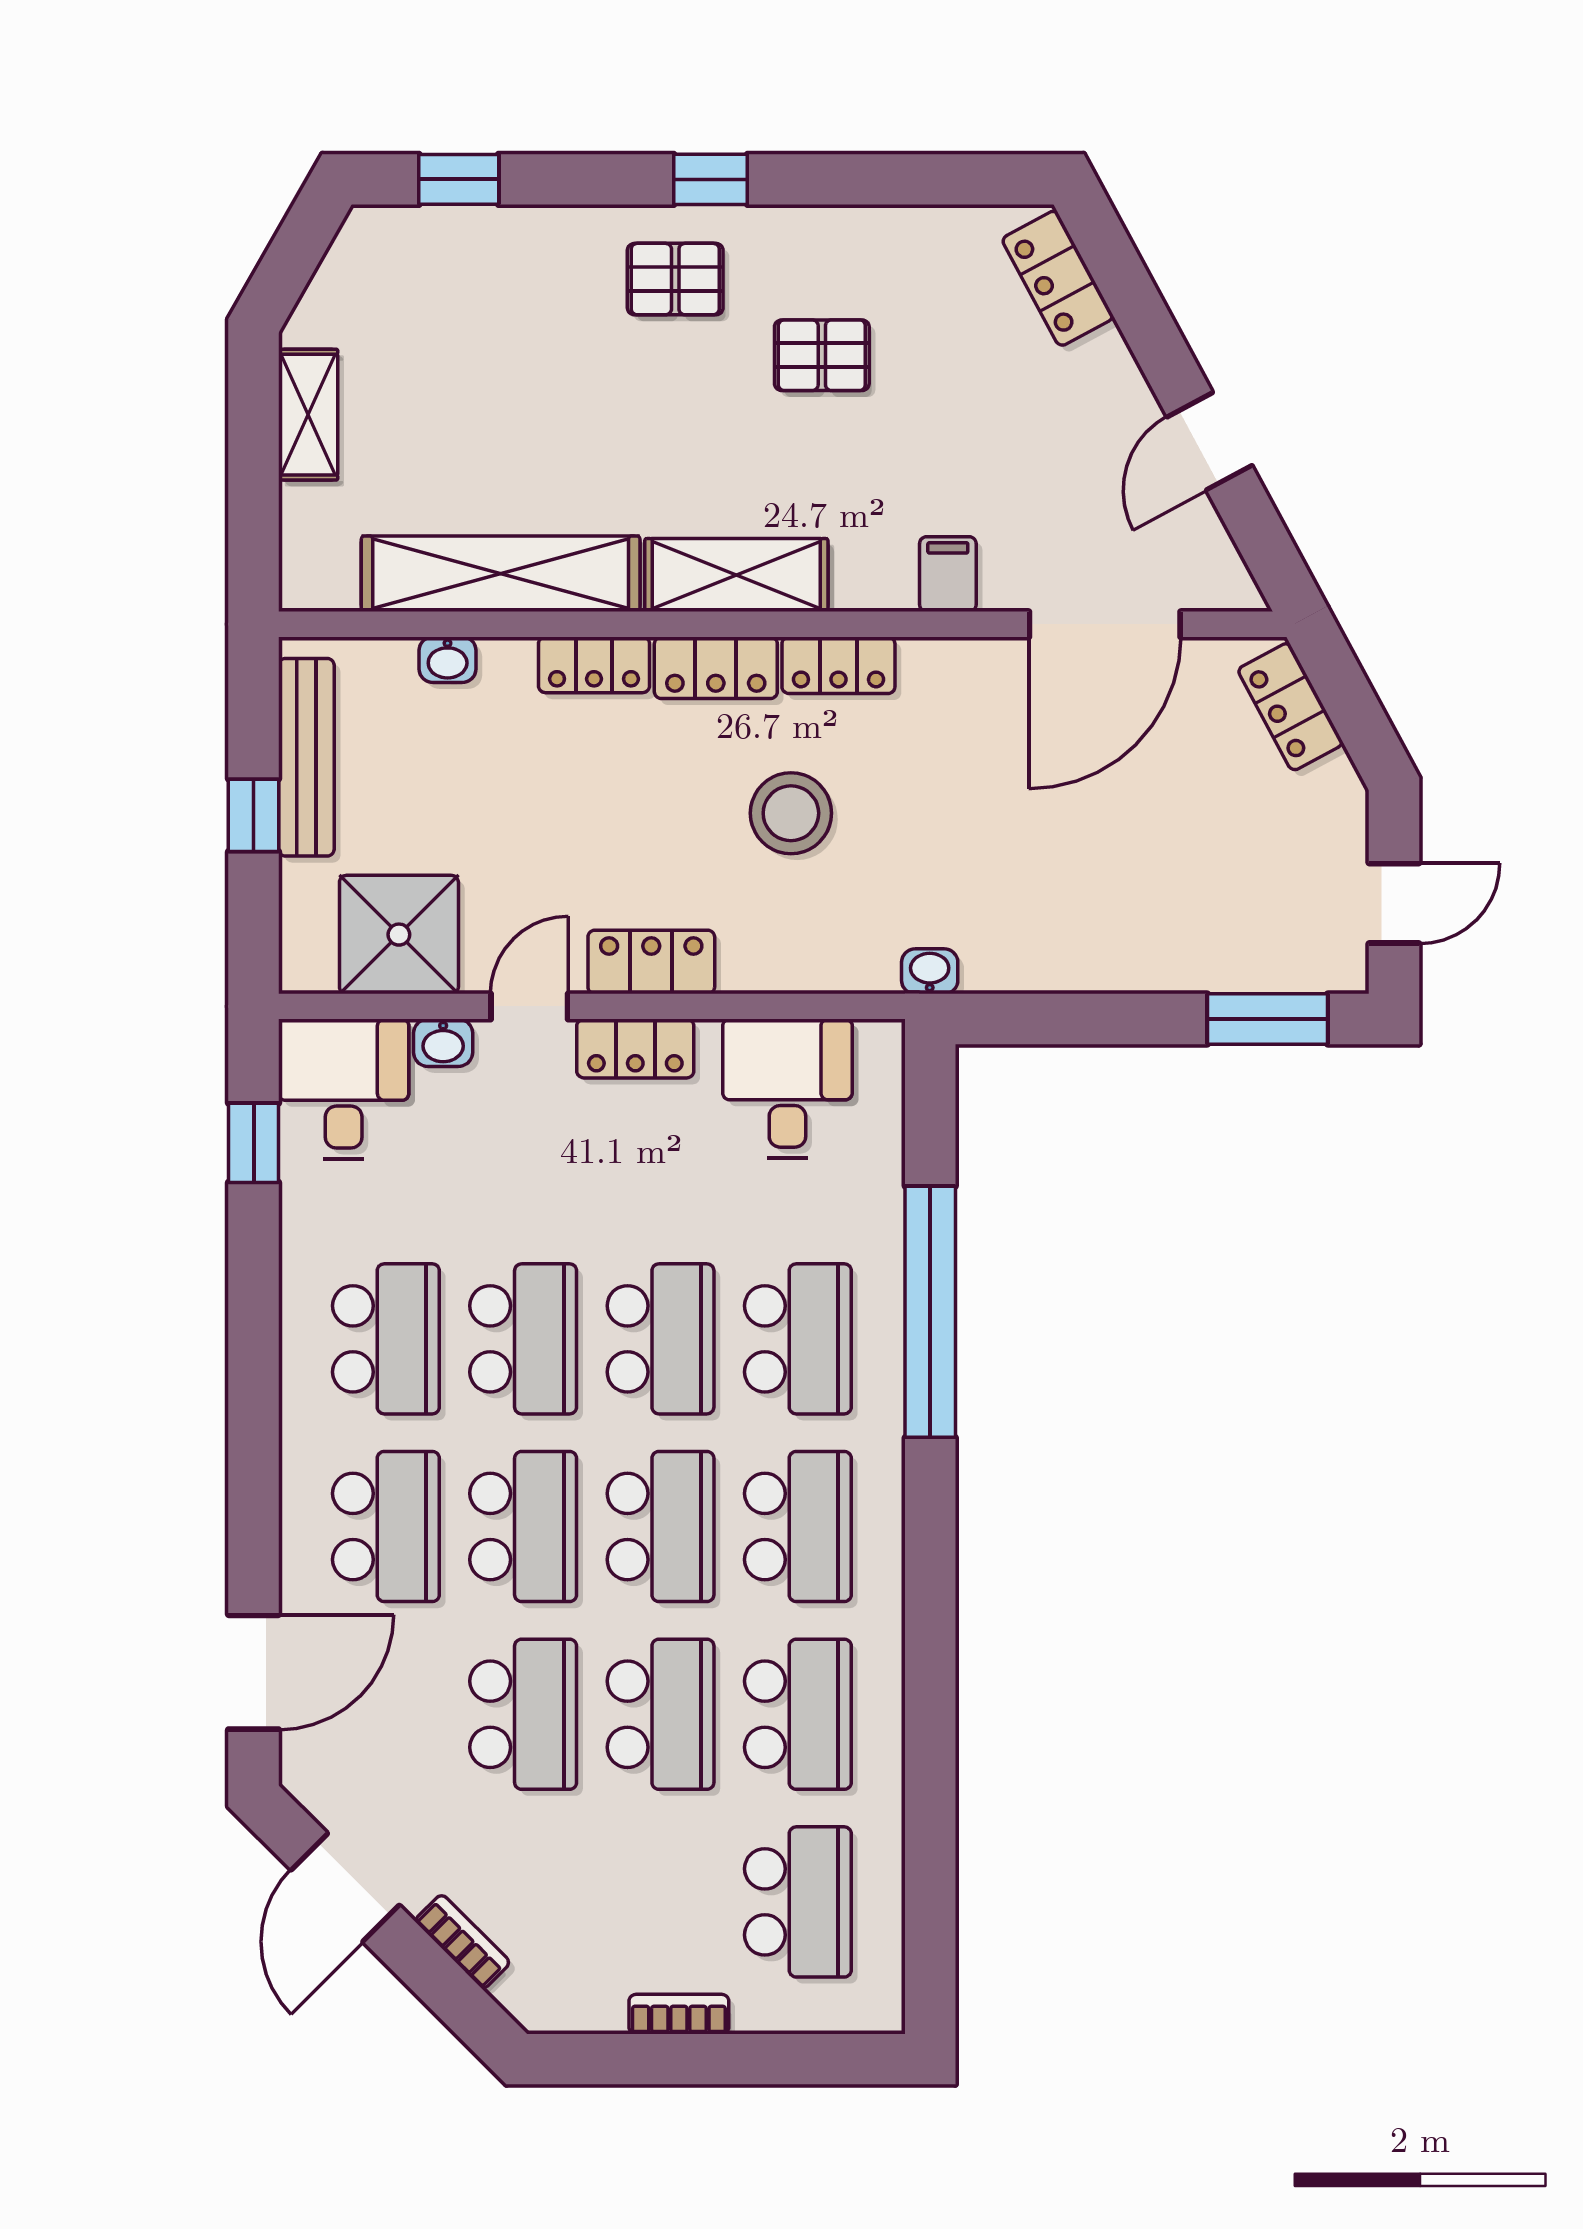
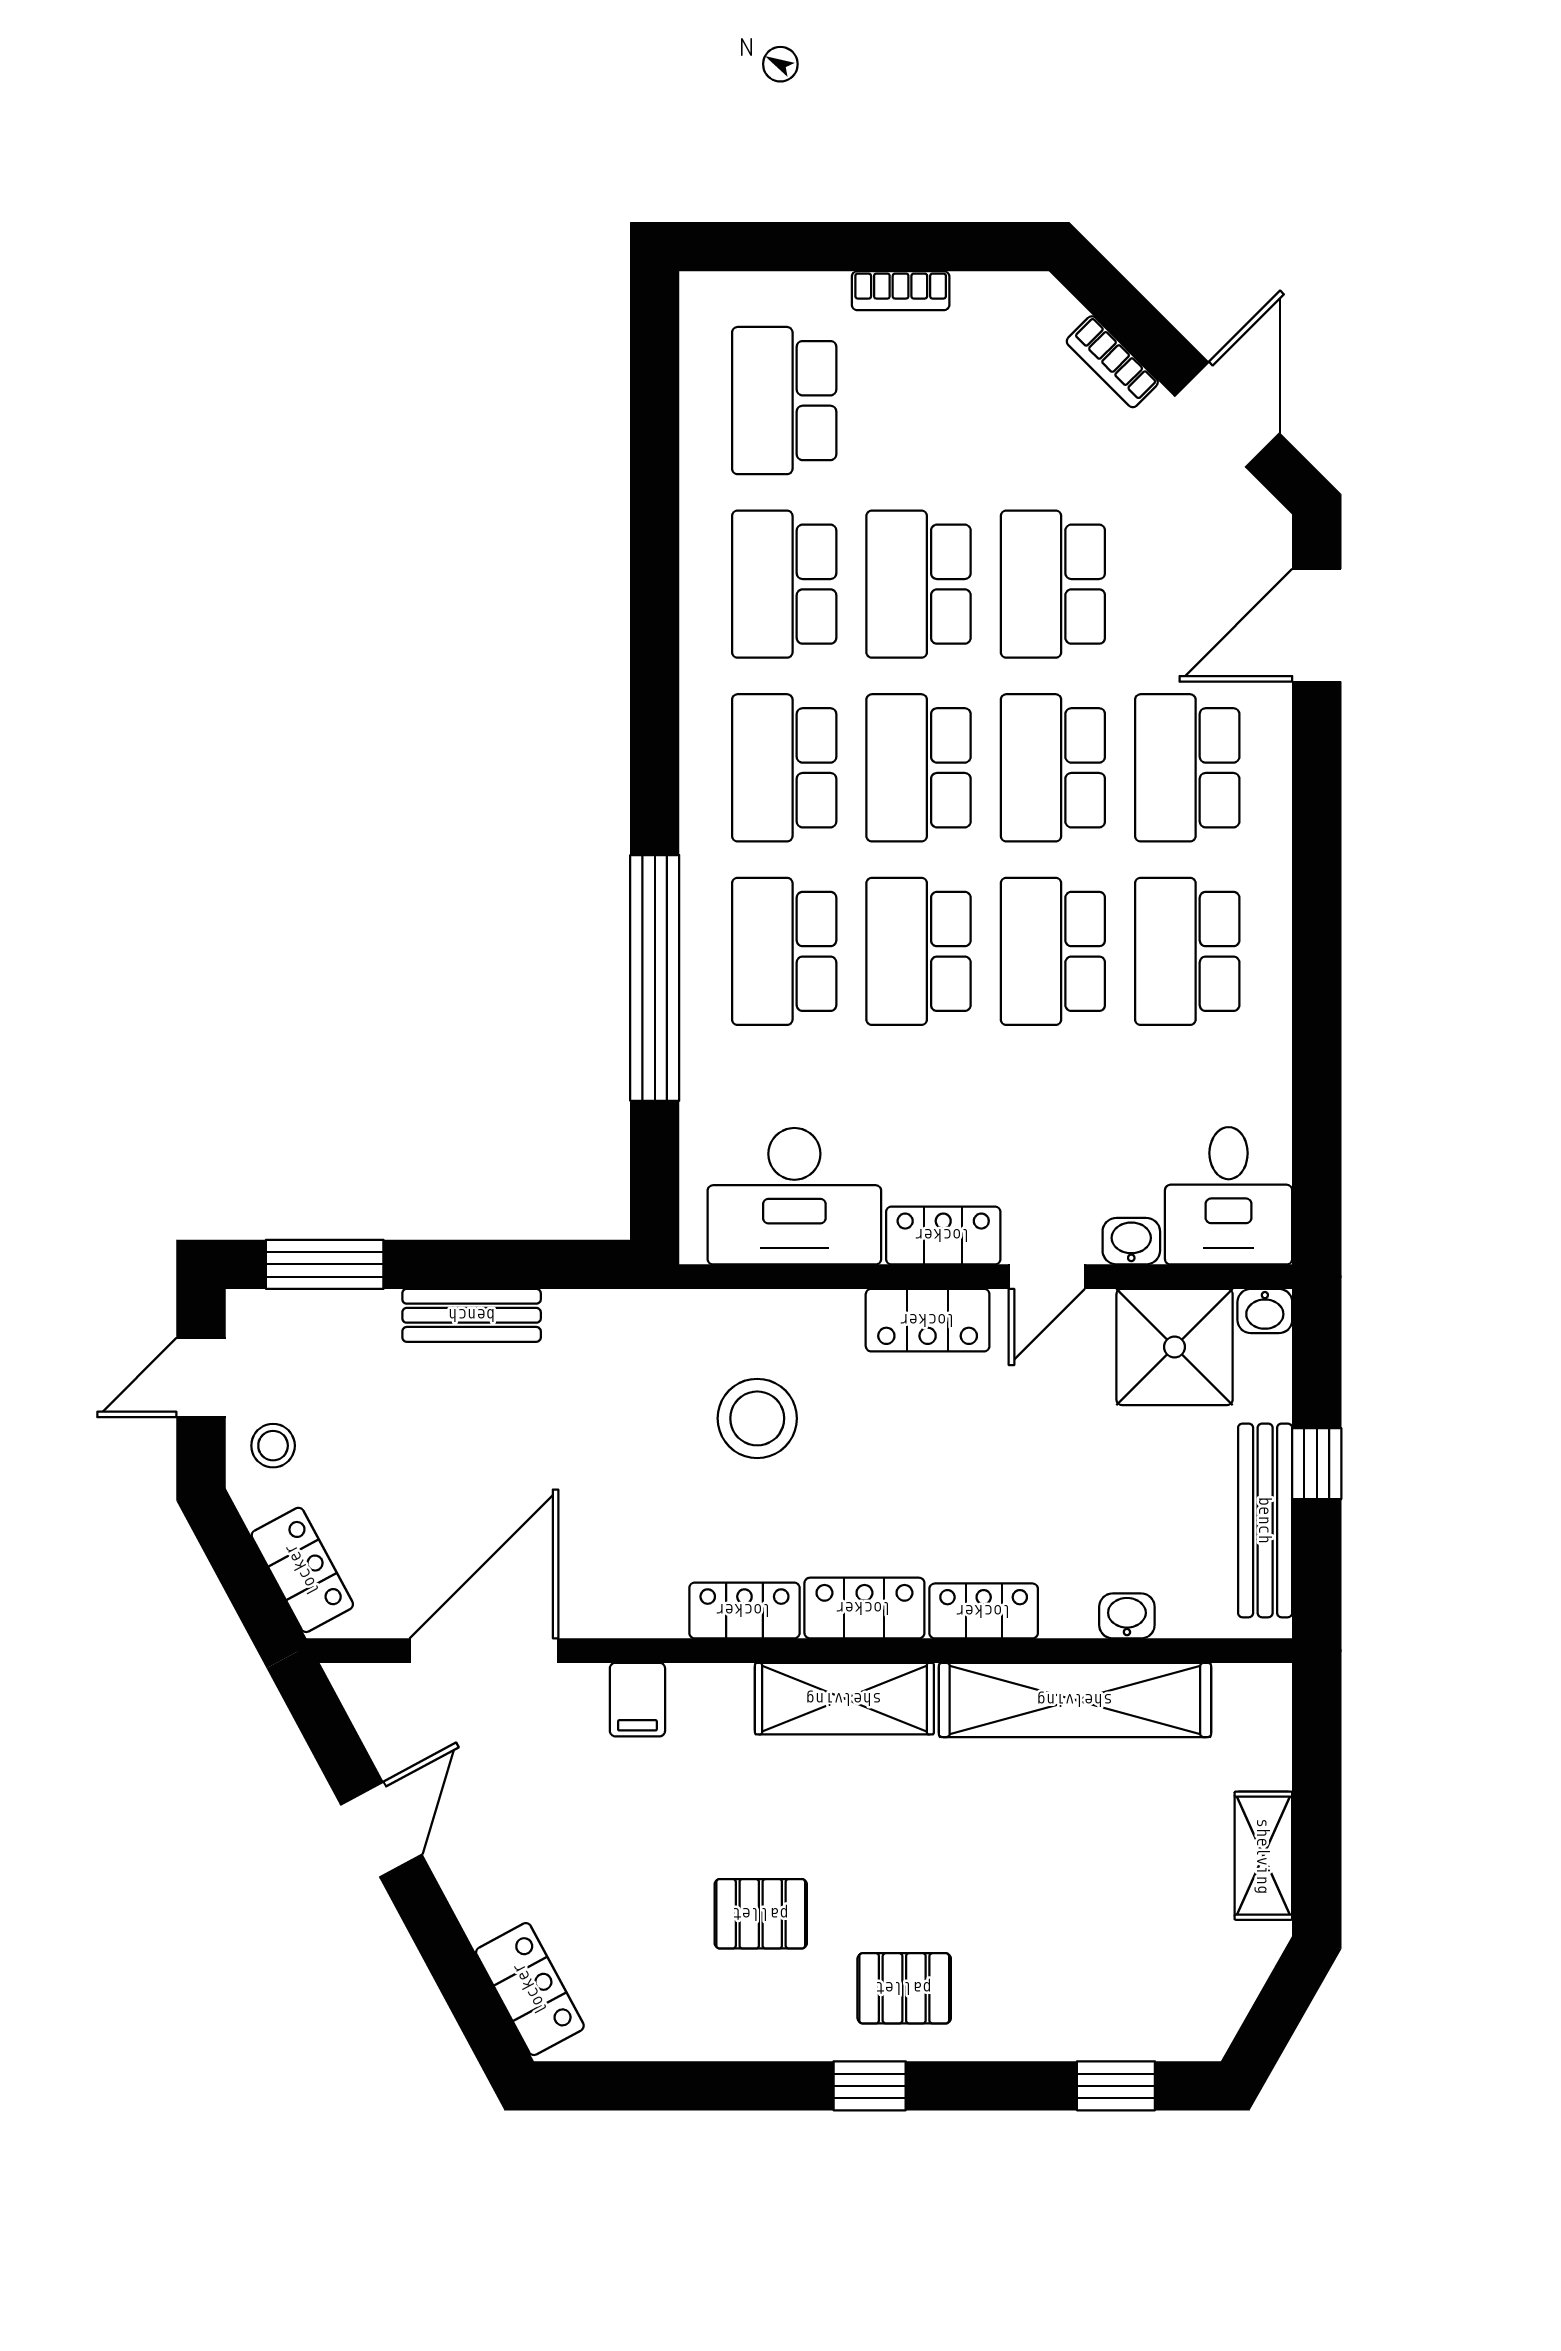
stool: (791, 813) -> (757, 1418), moved
stool: (1320, 834) -> (273, 1446), added
bench: (1117, 967) -> (472, 1315), added
washbasin: (930, 971) -> (1265, 1311), moved
desk: (787, 1089) -> (794, 1196), width x1.37
window: (254, 1143) -> (1317, 1143), removed

